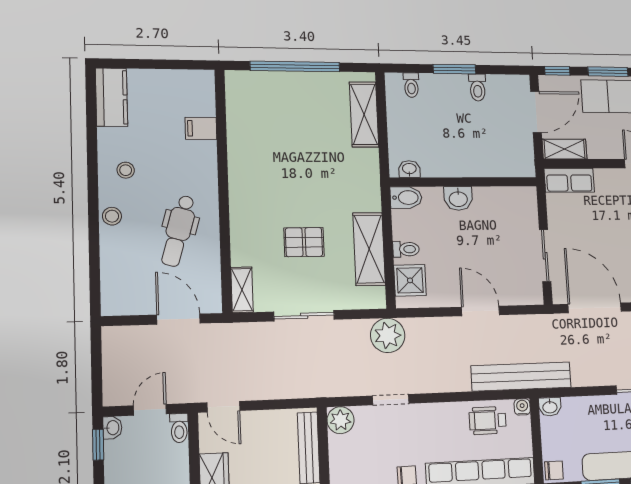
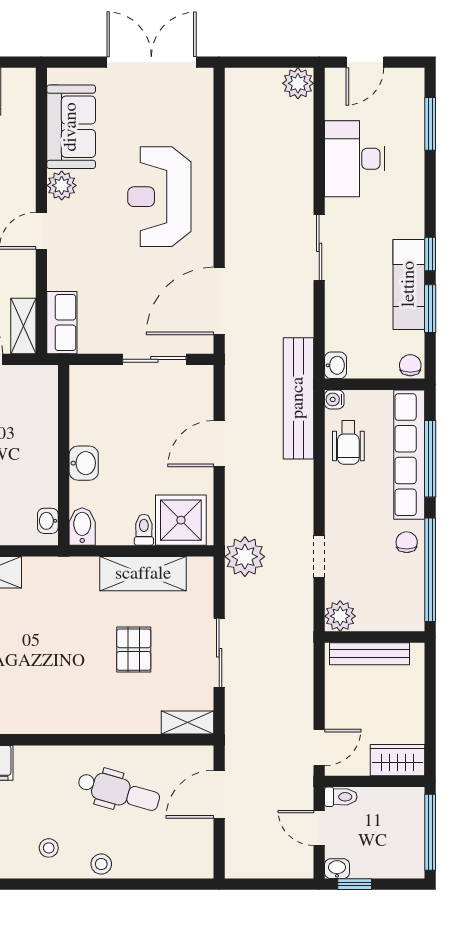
shower: (410, 280) -> (181, 520), width x1.36, depth x1.36

